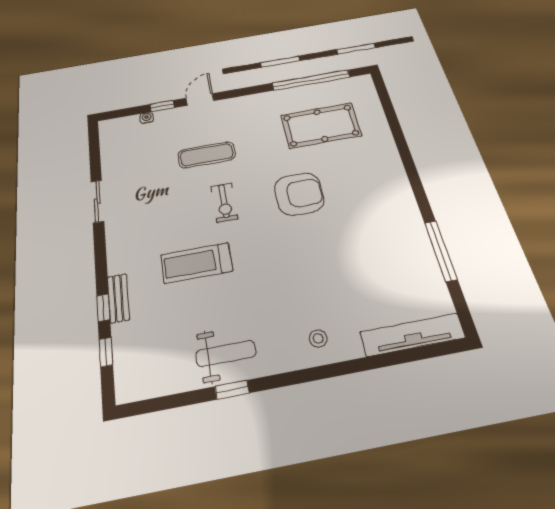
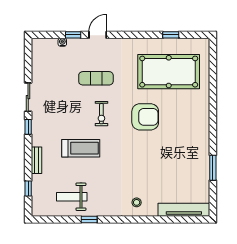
window: (311, 80) -> (171, 35), width x0.32
pool table: (321, 125) -> (169, 72), width x1.36, depth x1.32
window: (441, 251) -> (213, 168), width x0.69
treadmill: (197, 263) -> (81, 148), turned 180
window: (103, 308) -> (28, 127), moved
weight bench: (226, 354) -> (72, 197), moved, turned 180

